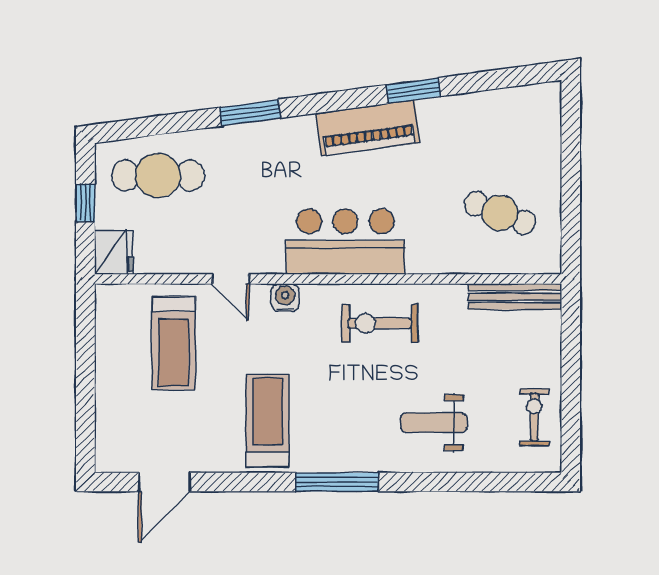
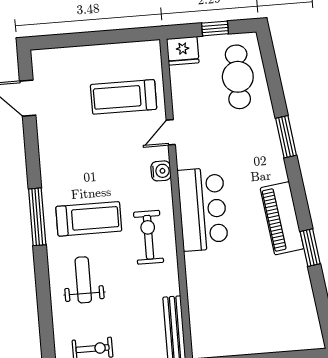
cafe table: (500, 213) -> (231, 314), removed
treadmill: (268, 421) -> (89, 219), moved

